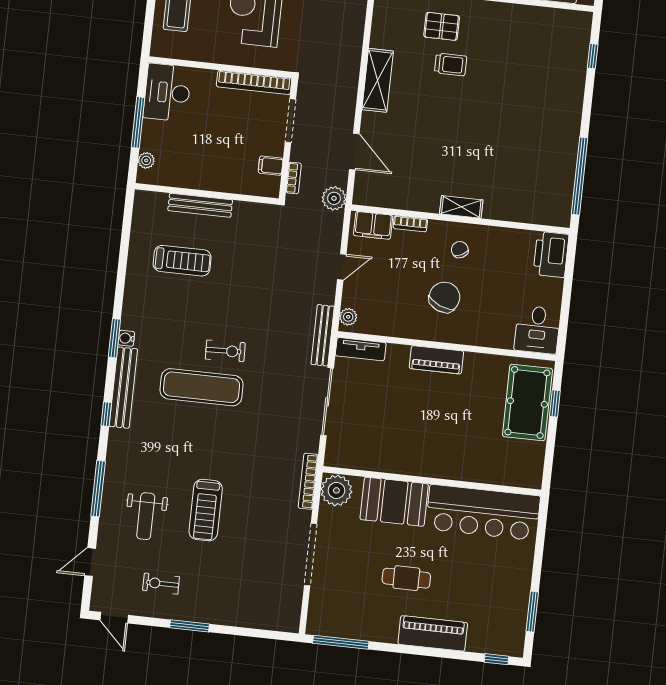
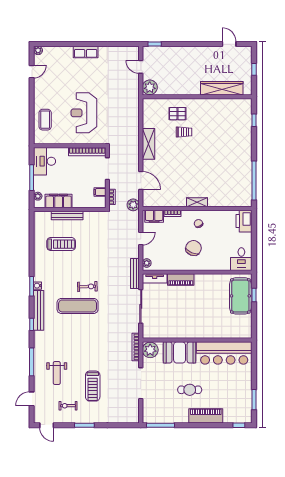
filing cabinet: (186, 175) -> (59, 201), added
piano: (436, 360) -> (181, 280), moved
treadmill: (206, 510) -> (93, 386), moved

